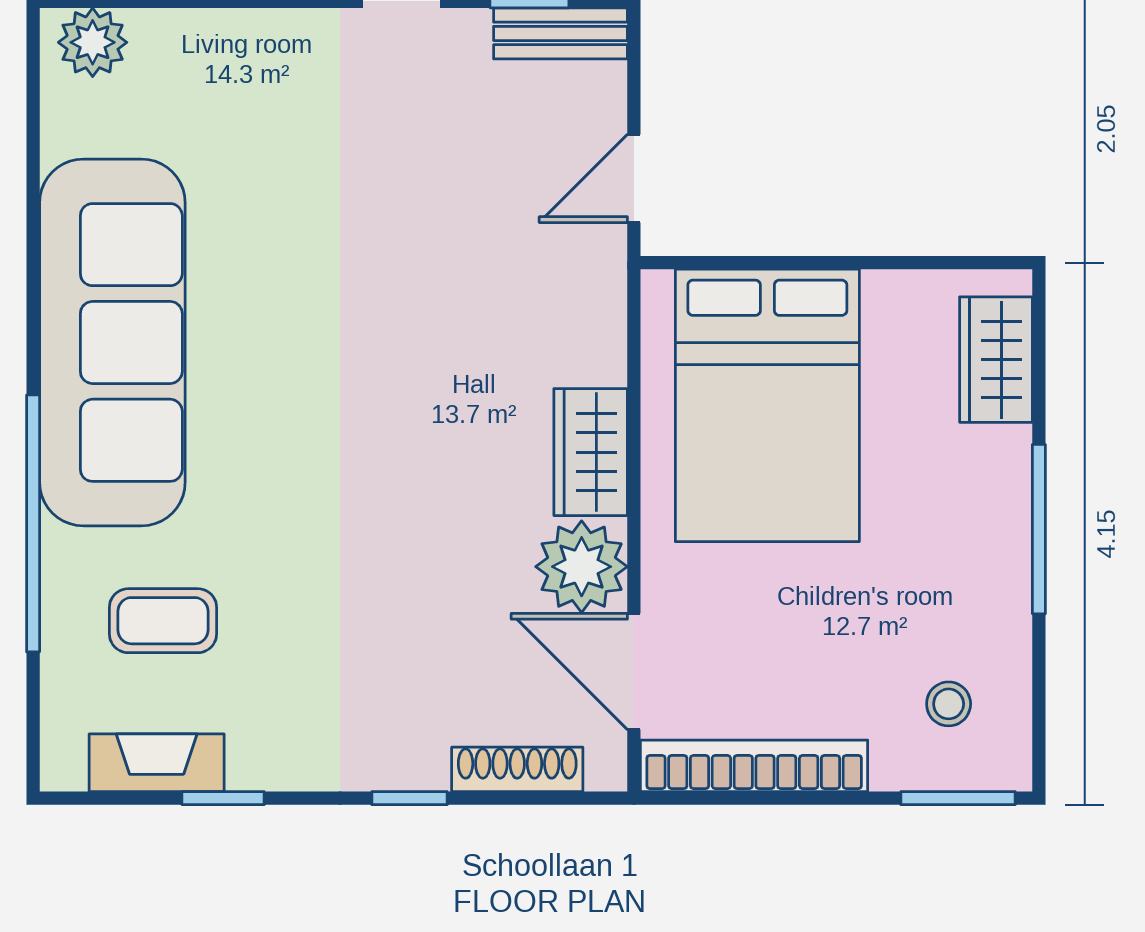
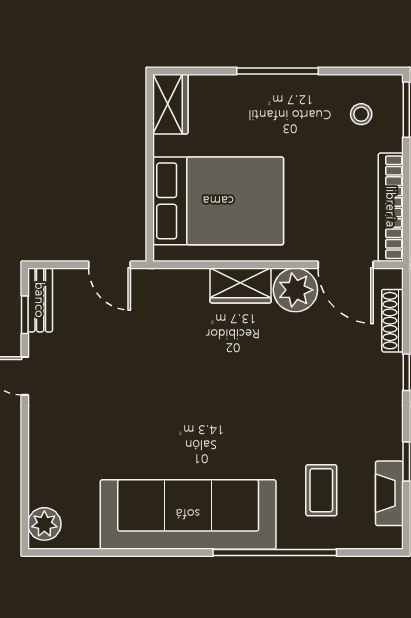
wardrobe: (996, 360) -> (170, 104), moved, turned -90
door: (634, 671) -> (346, 265), hinge flipped

